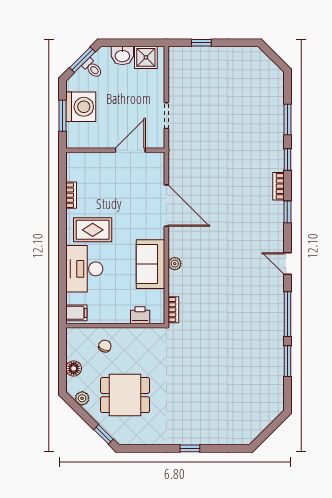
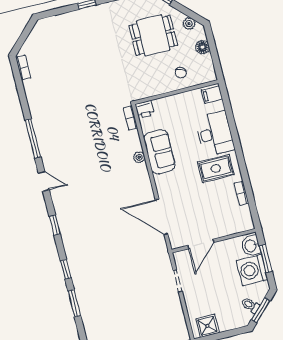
washbasin: (122, 55) -> (251, 246), moved, turned -90
bookcase: (279, 186) -> (23, 68), moved
door: (166, 206) -> (162, 217), moved
printer: (140, 315) -> (145, 109), moved
window: (287, 361) -> (23, 99), removed

